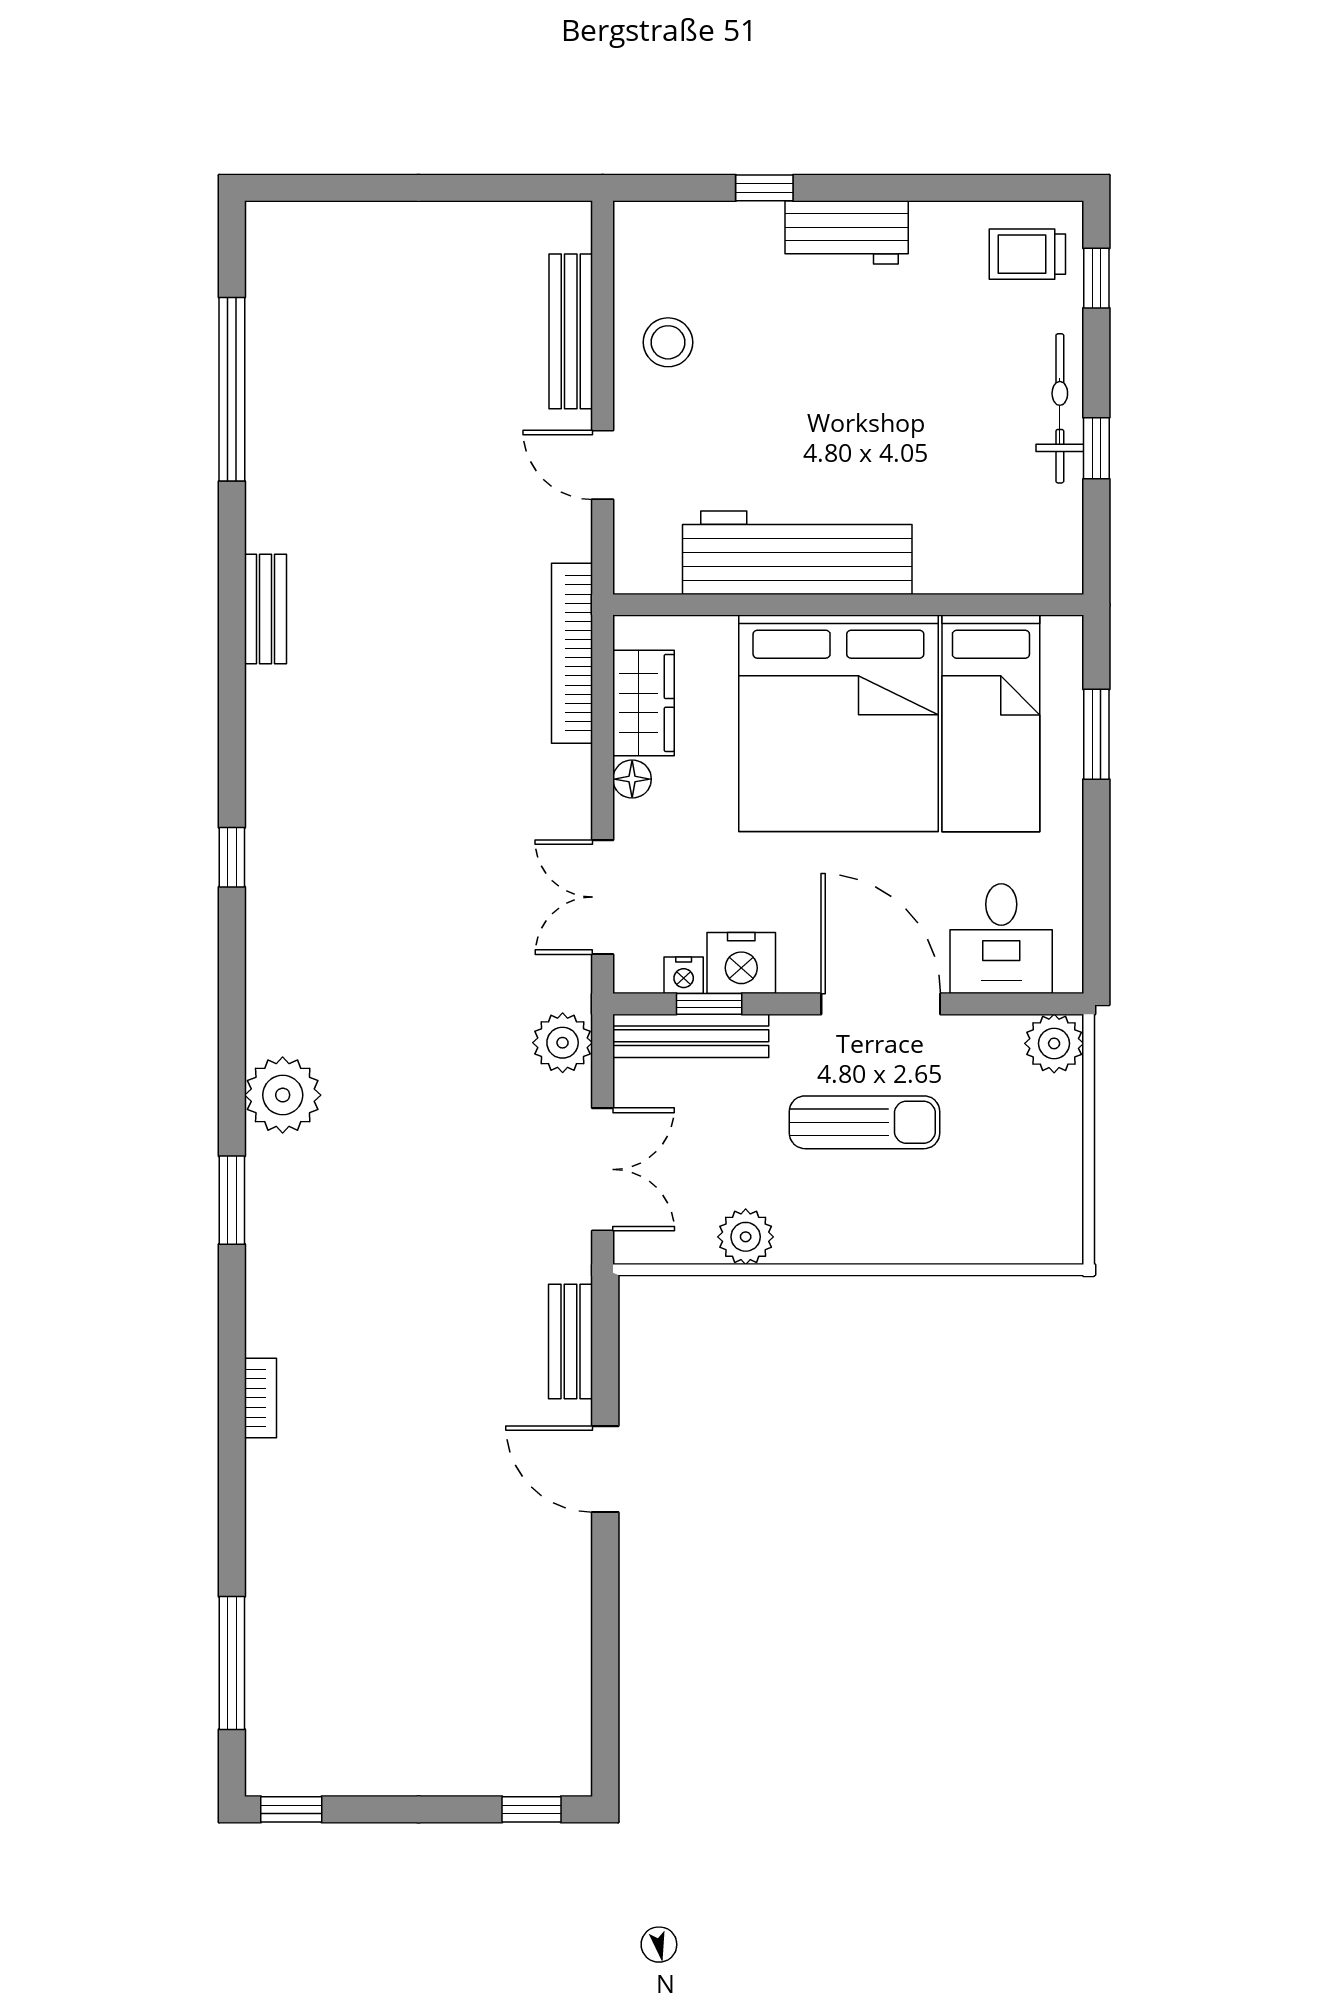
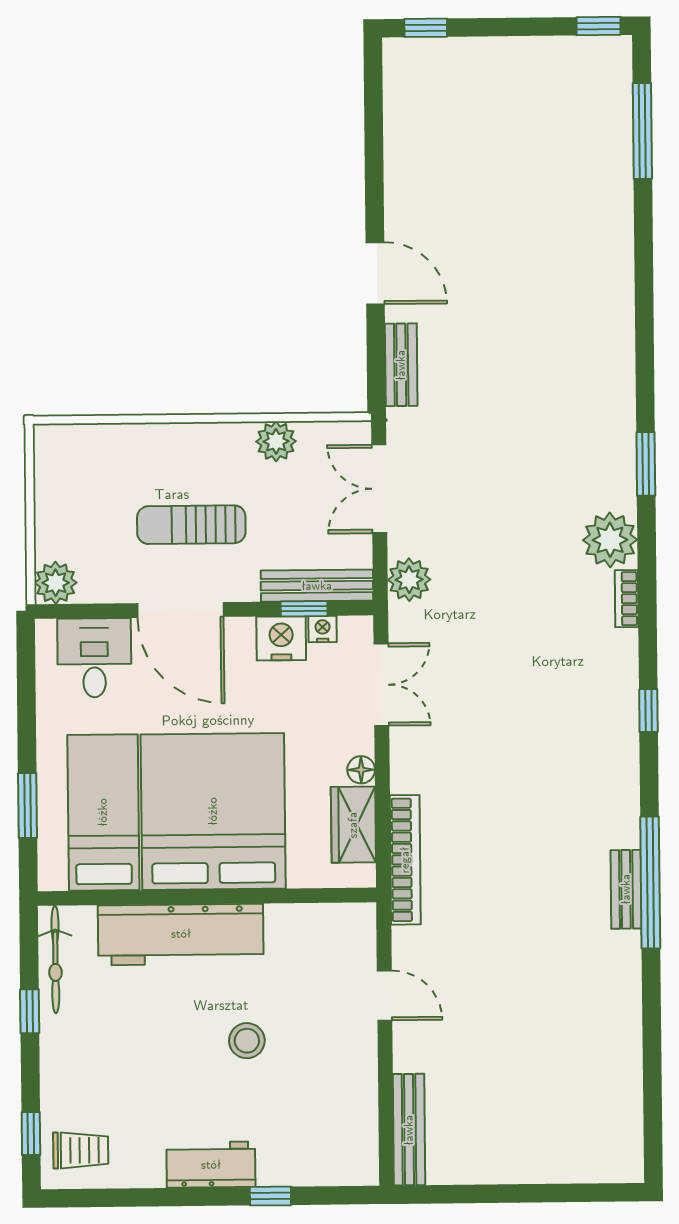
bench: (571, 331) -> (409, 1130), moved
stool: (668, 342) -> (247, 1041), moved
window: (232, 389) -> (650, 883), moved
bicycle: (1060, 408) -> (55, 959), moved
workbench: (797, 553) -> (181, 934), moved
bookcase: (261, 1398) -> (627, 599), moved

